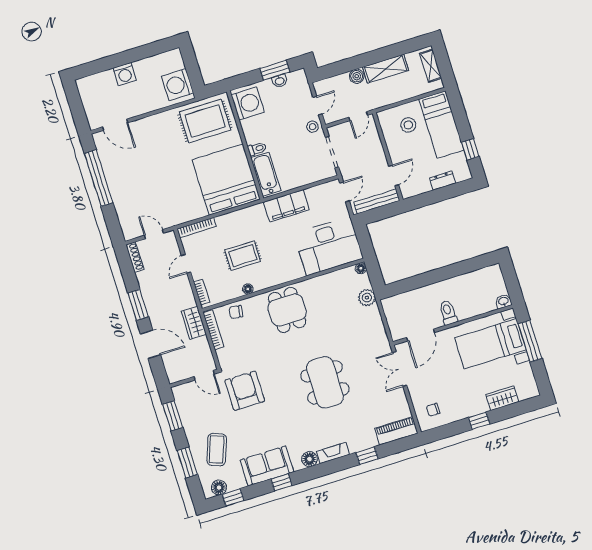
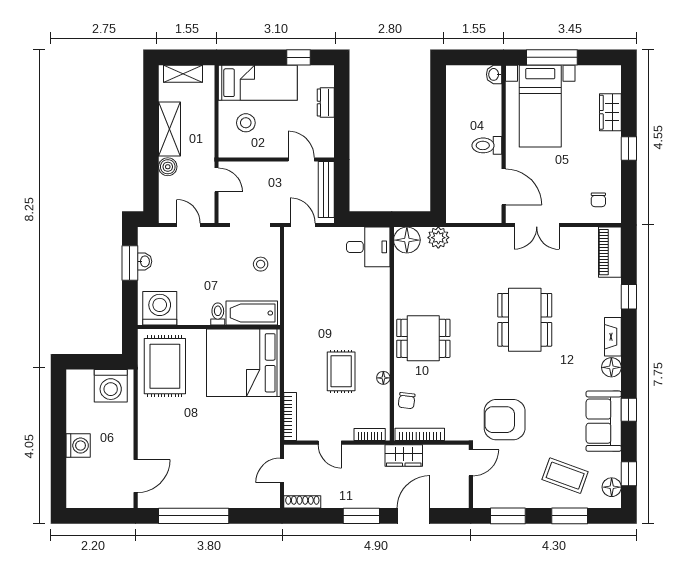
stool: (313, 127) -> (261, 264), moved
filing cabinet: (286, 206) -> (298, 300), removed
desk: (329, 246) -> (368, 247), width x0.53, depth x0.77
floor lamp: (361, 268) -> (407, 240), width x1.89, depth x1.89
dining table: (325, 382) -> (525, 320), turned 90

